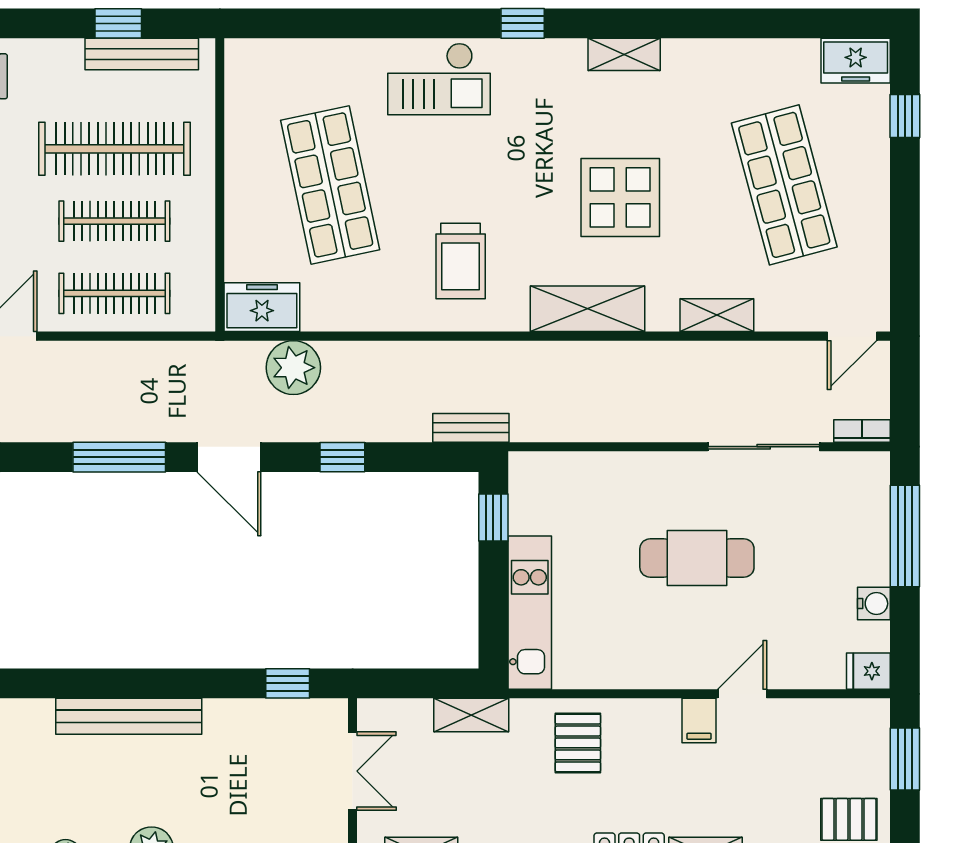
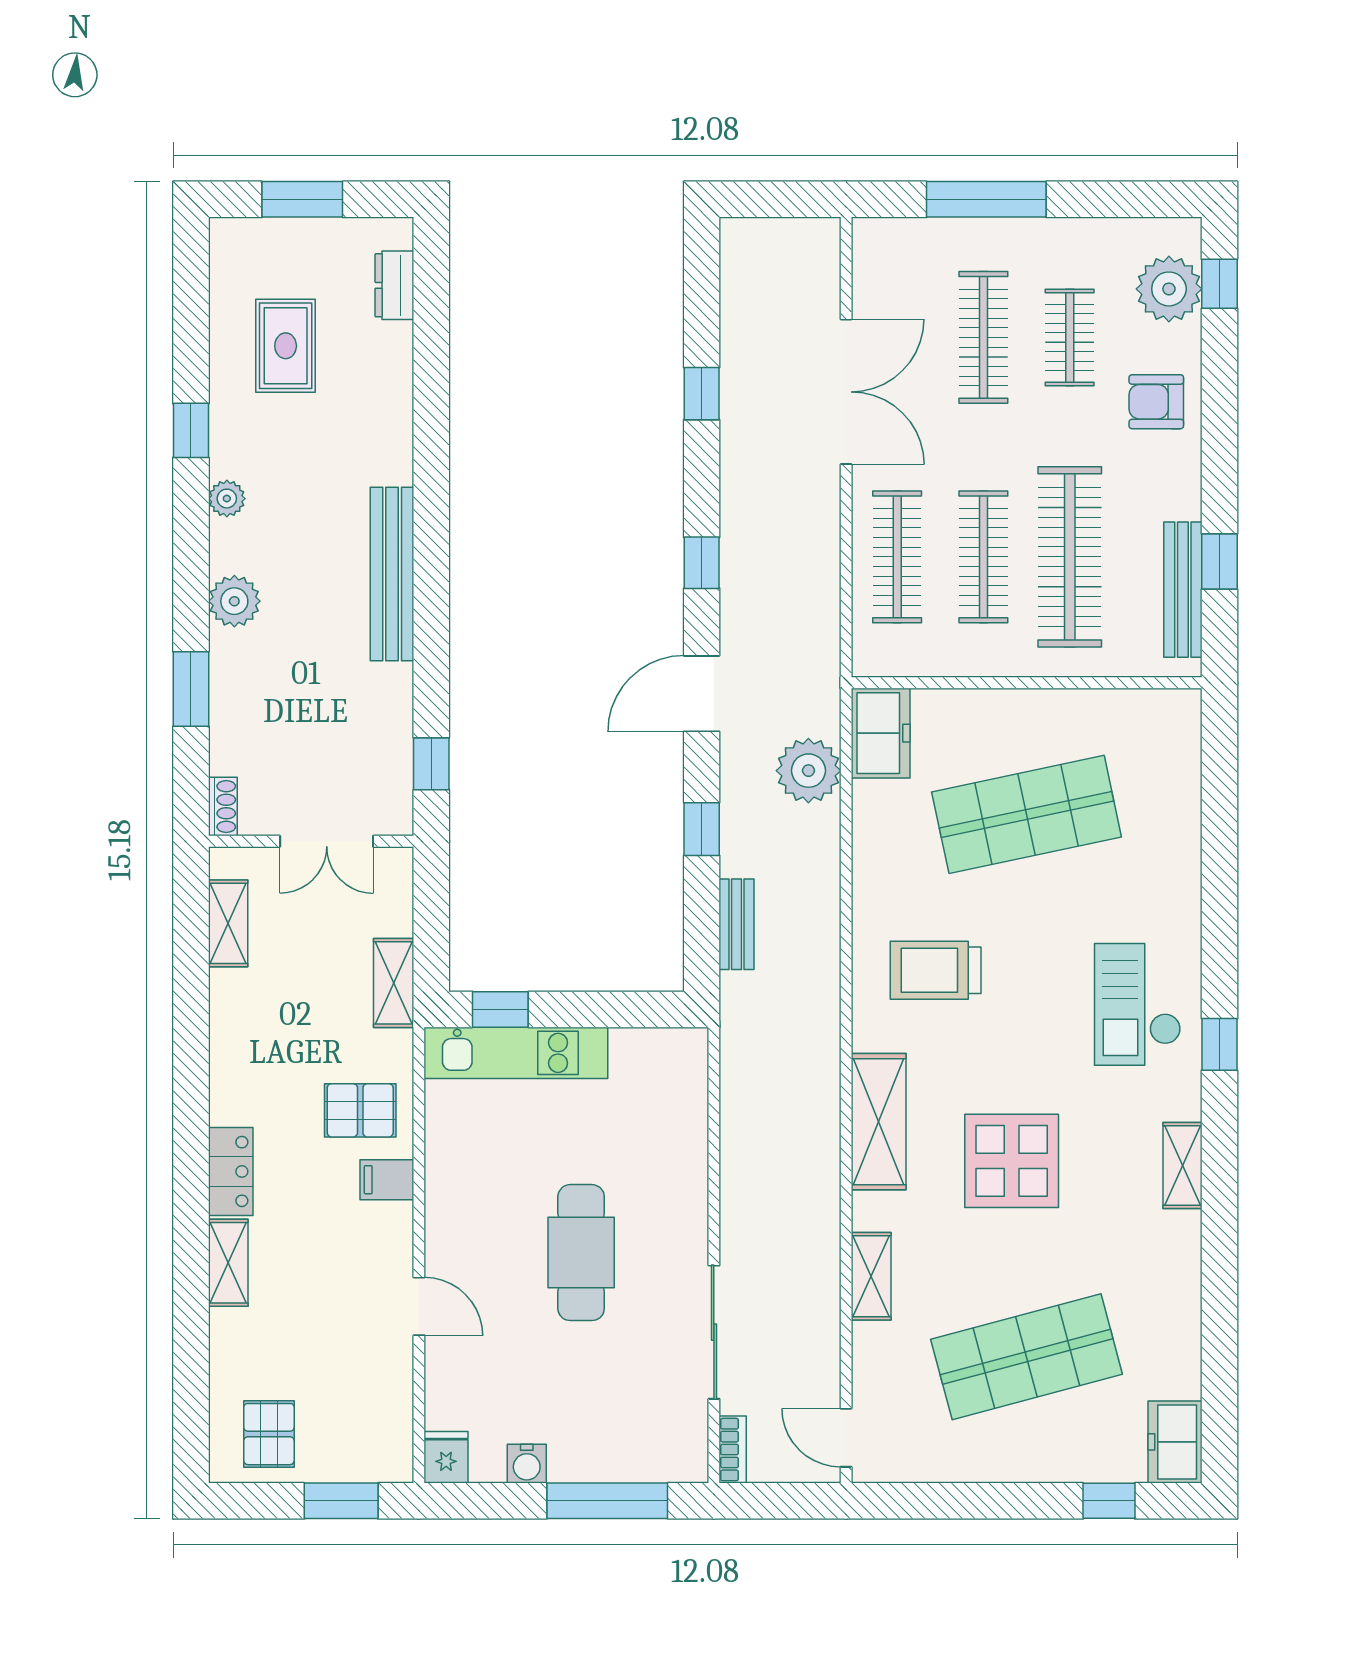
checkout: (439, 79) -> (1138, 1004), moved
bench: (471, 428) -> (737, 924), moved
window: (119, 457) -> (702, 563), width x0.46
window: (493, 517) -> (500, 1009), moved
filing cabinet: (699, 721) -> (387, 1180), moved

